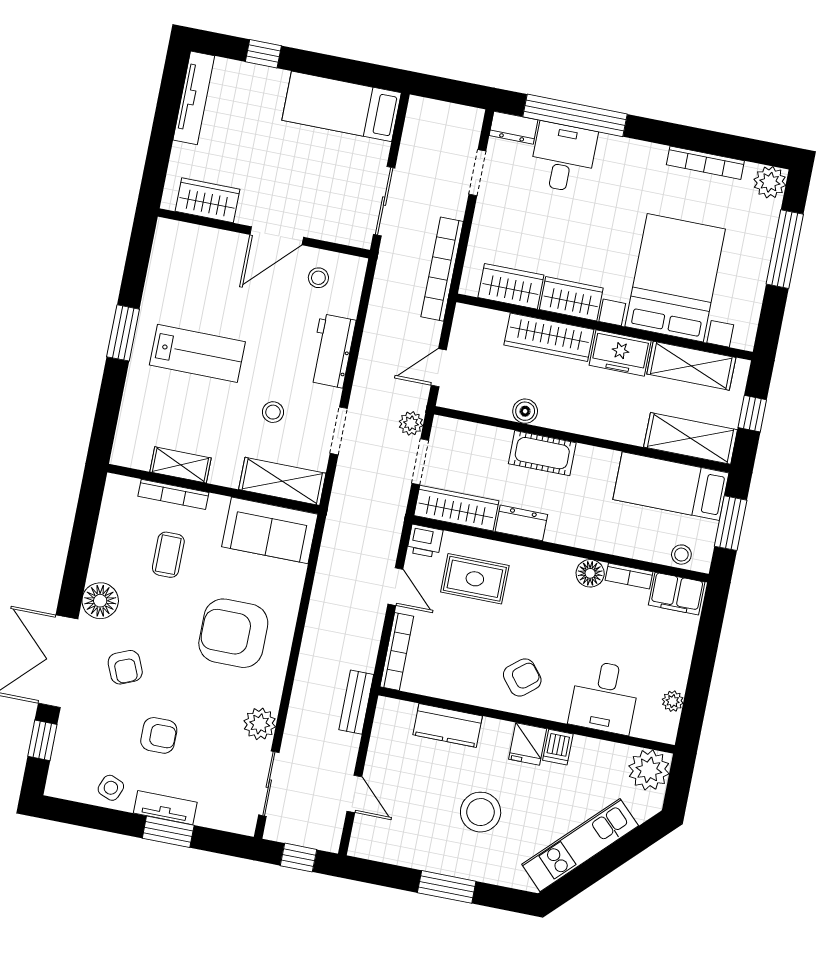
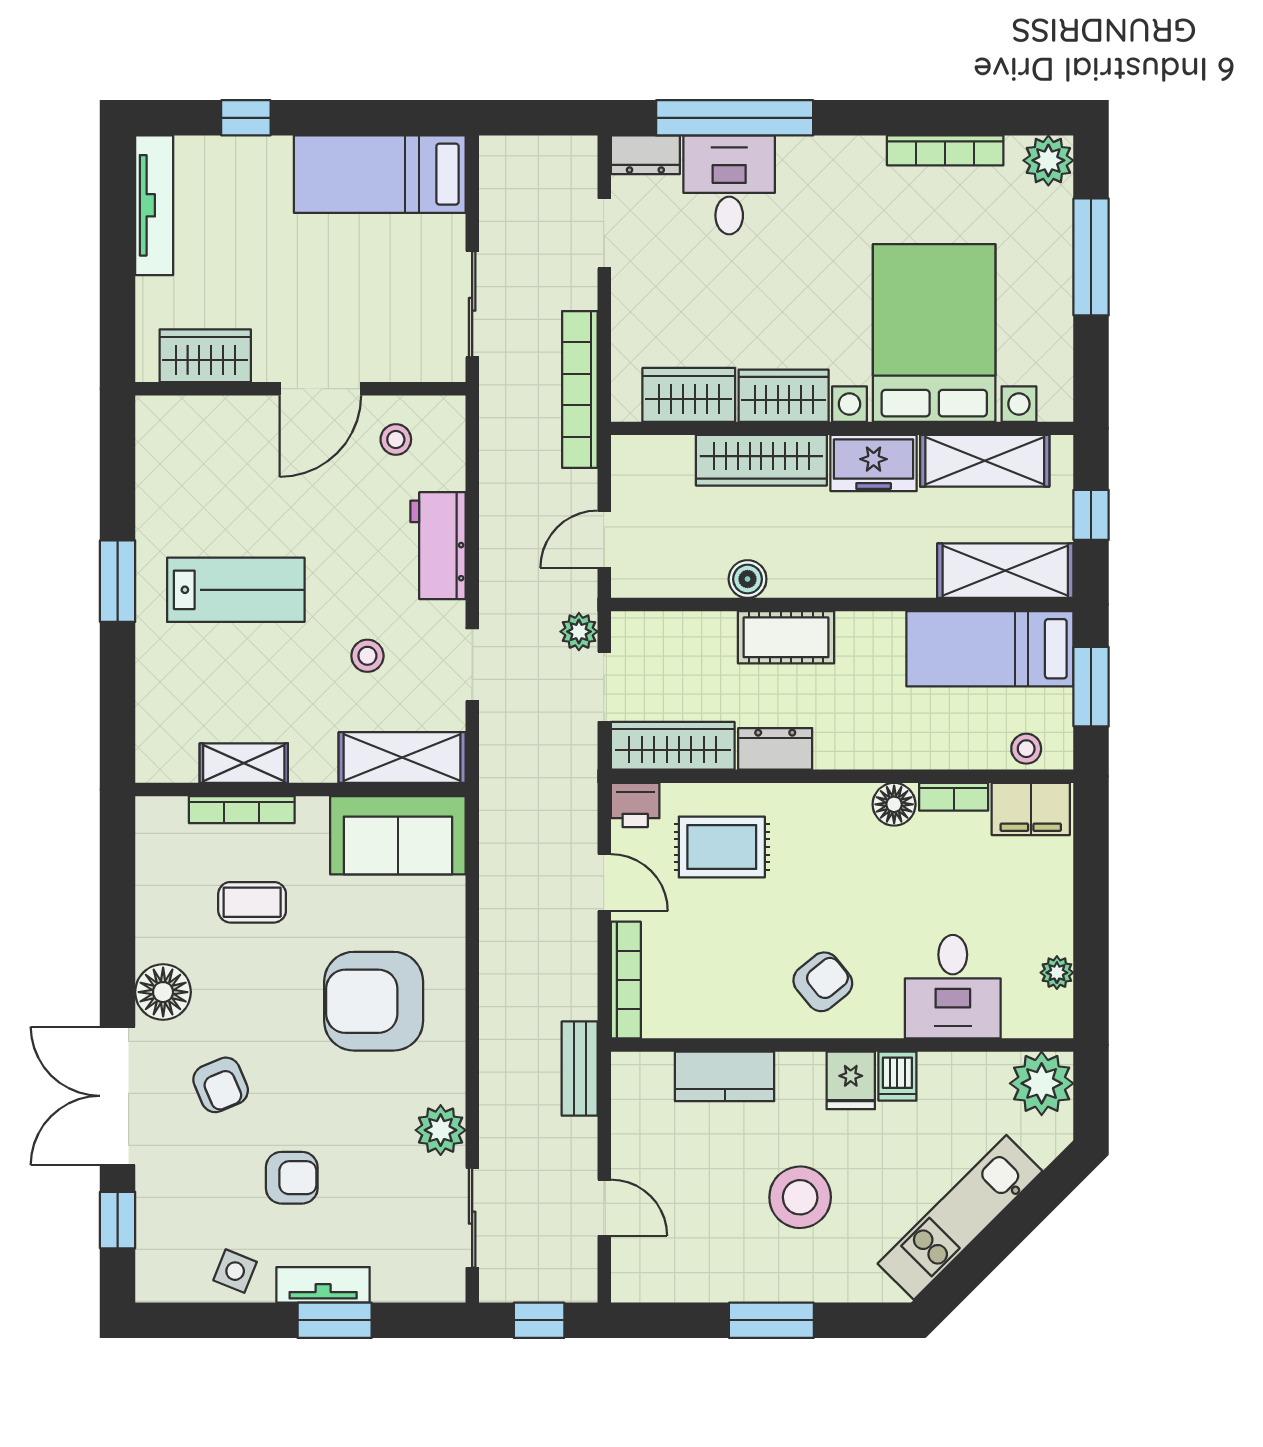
coffee table: (168, 555) -> (252, 902), turned 90

